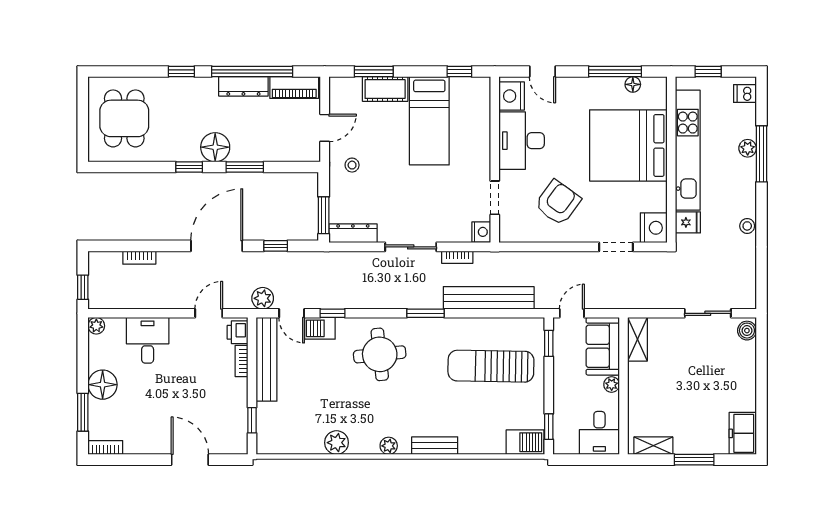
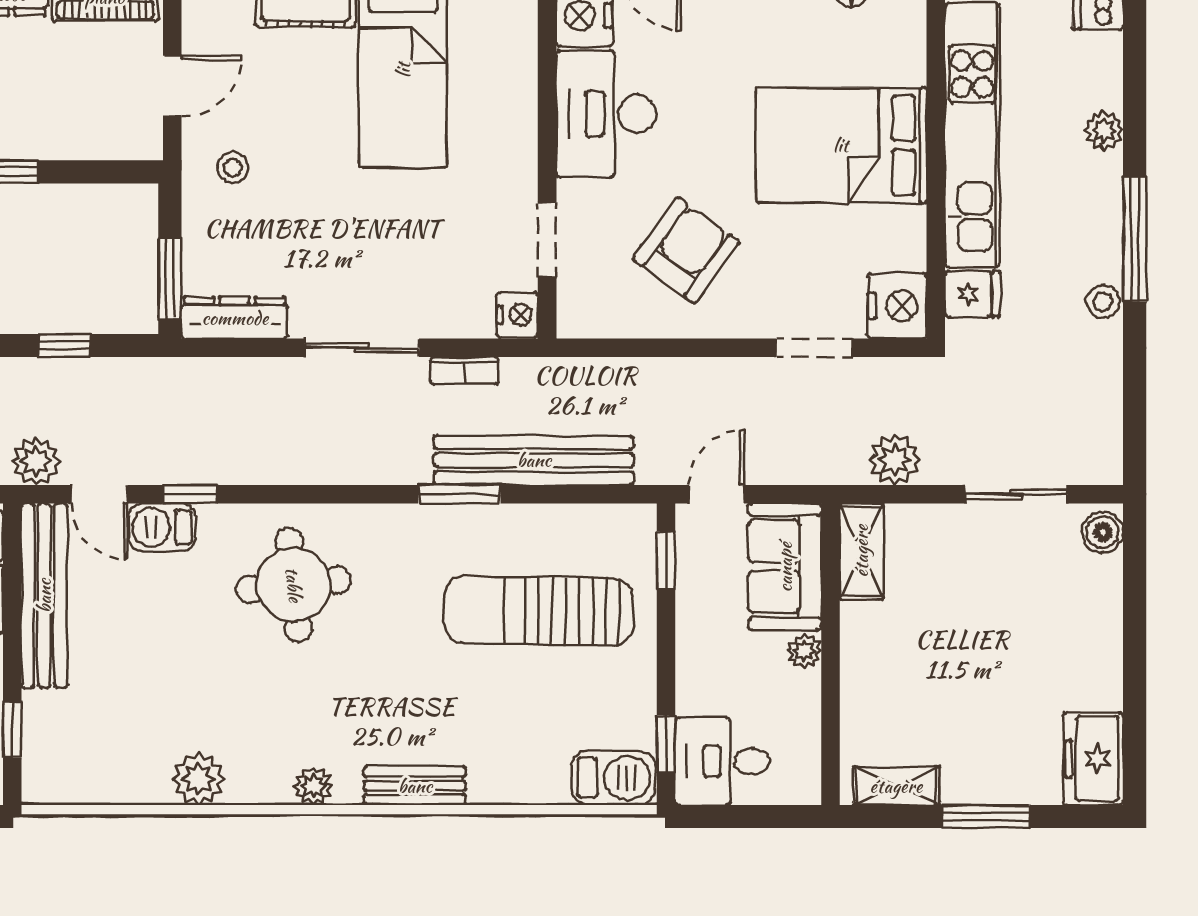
bed: (628, 145) -> (841, 145), width x0.73
window: (762, 154) -> (1135, 239), moved
plant: (653, 298) -> (895, 460), added
window: (426, 313) -> (459, 494), moved
desk: (599, 433) -> (722, 761), moved, turned 90

